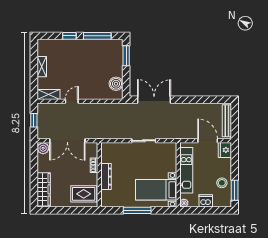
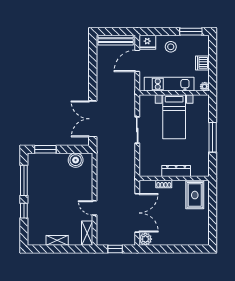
stool: (222, 183) -> (171, 47), moved
wardrobe: (44, 189) -> (190, 238), removed
bed with nightstands: (156, 190) -> (174, 117), moved

